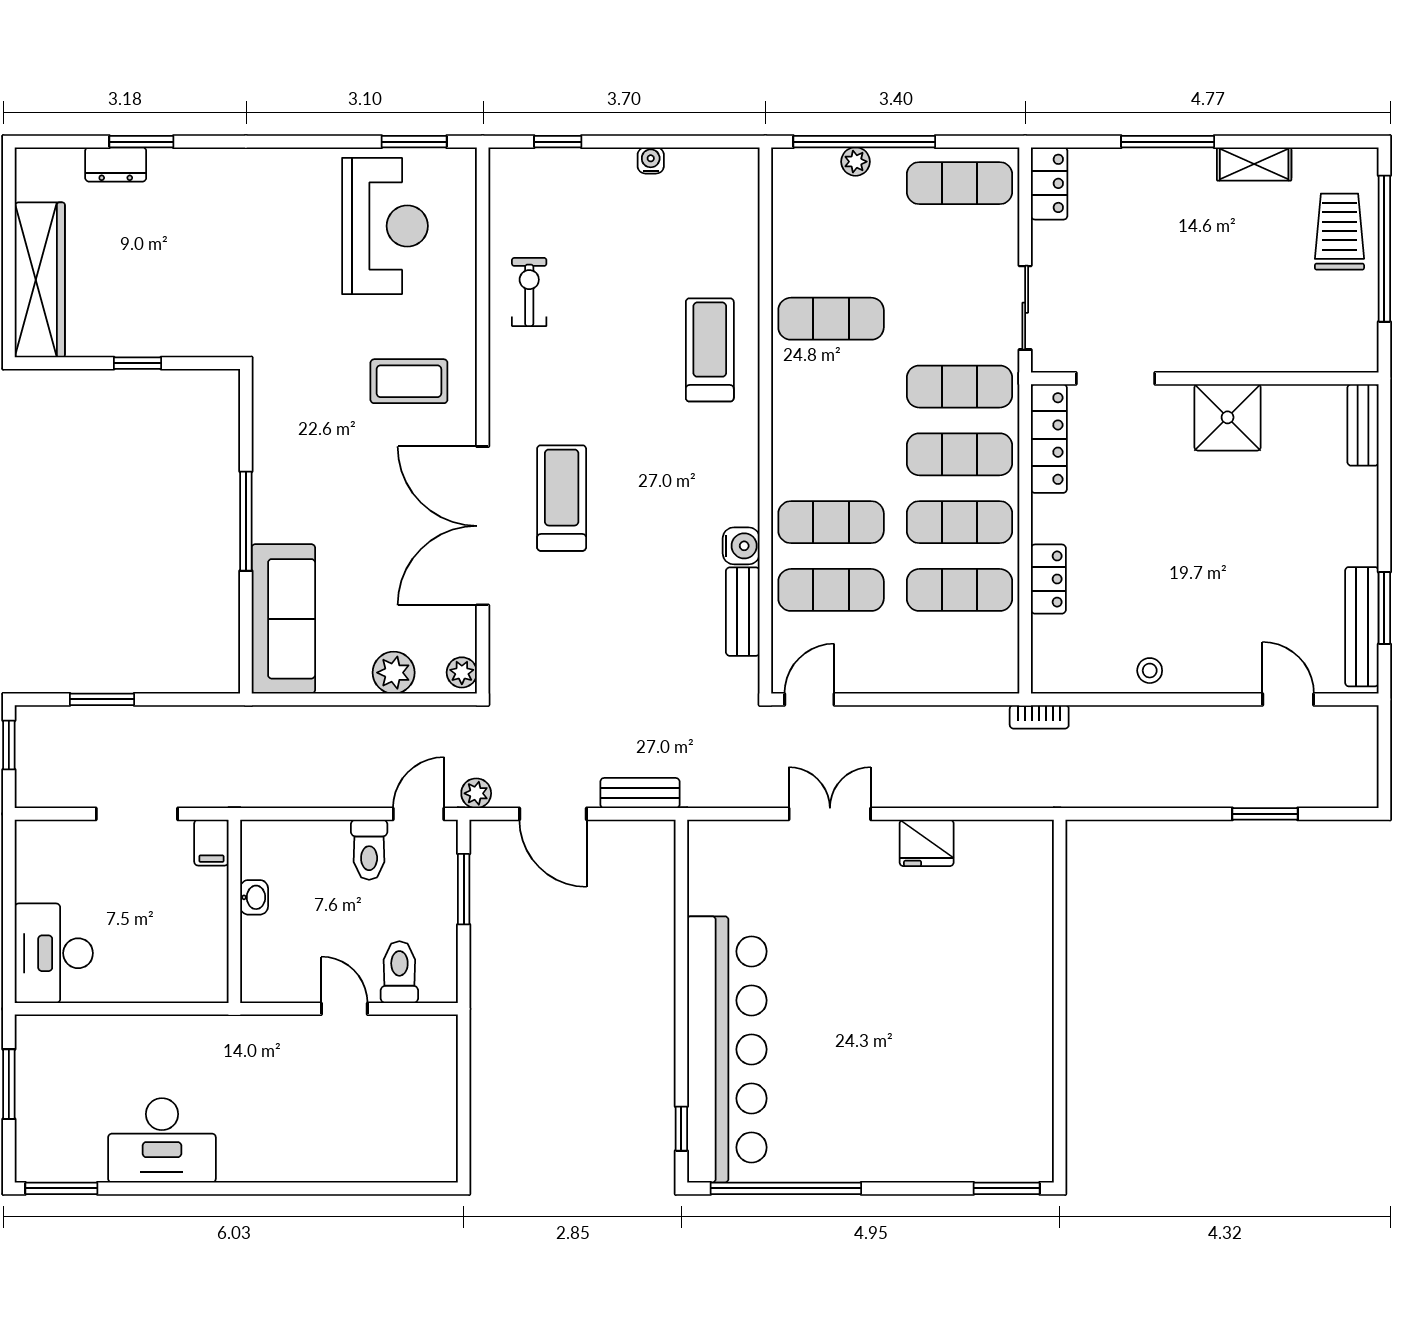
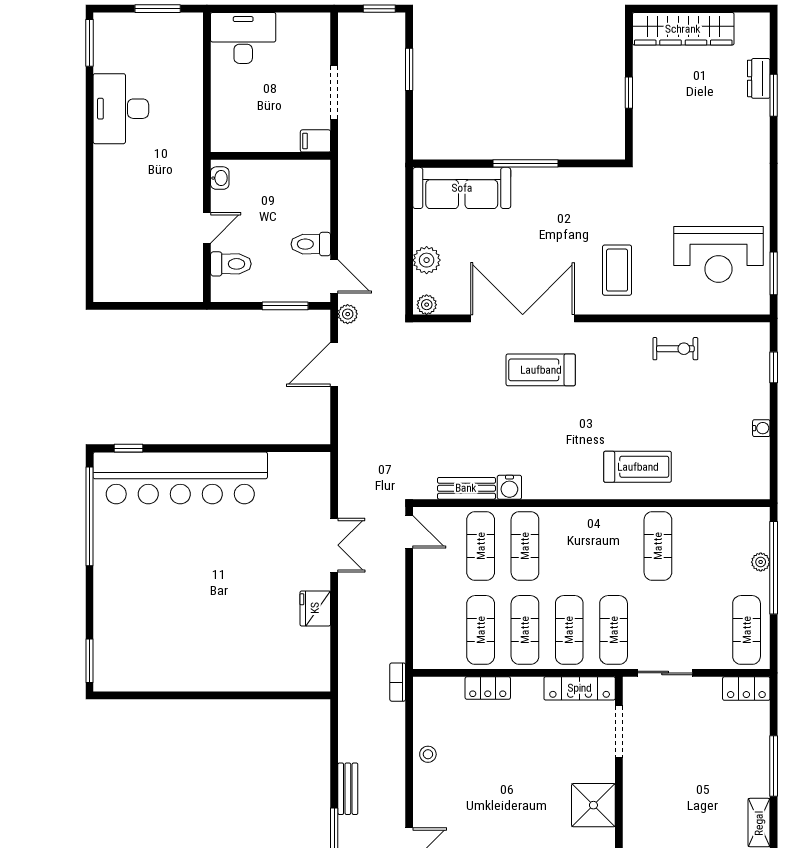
treadmill: (562, 498) -> (541, 370), turned 180
bench: (640, 793) -> (348, 789), moved
washbasin: (254, 897) -> (220, 178), moved, turned -90

